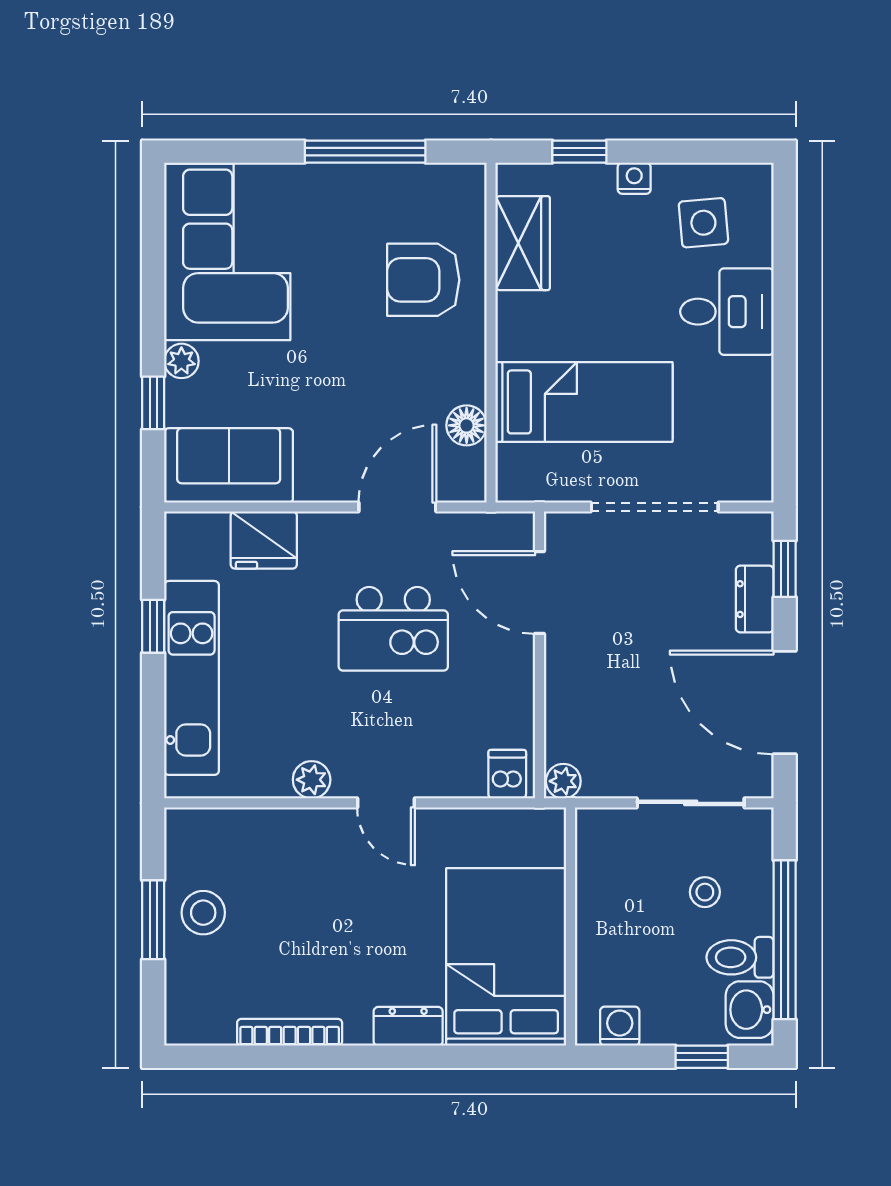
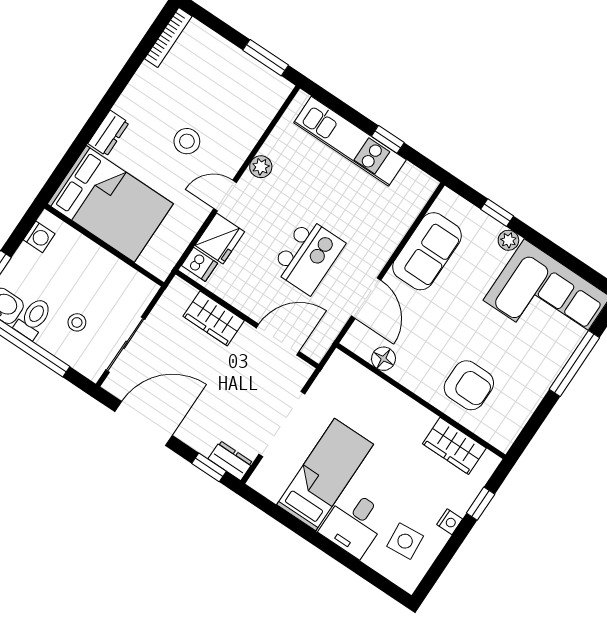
window: (365, 152) -> (574, 363), moved
armchair: (423, 280) -> (469, 385), turned 90
bed: (584, 402) -> (325, 475), moved, turned 180
sofa: (229, 465) -> (427, 251), moved
fridge: (264, 540) -> (220, 238), moved, turned 180
dresser: (755, 599) -> (231, 461), moved
kitchen island: (393, 629) -> (308, 256), turned 180
wardrobe: (570, 703) -> (214, 318), added
plant: (563, 781) -> (178, 289), removed
stool: (203, 913) -> (187, 141), moved
window: (153, 920) -> (266, 58), moved
bookcase: (290, 1032) -> (168, 38), moved

